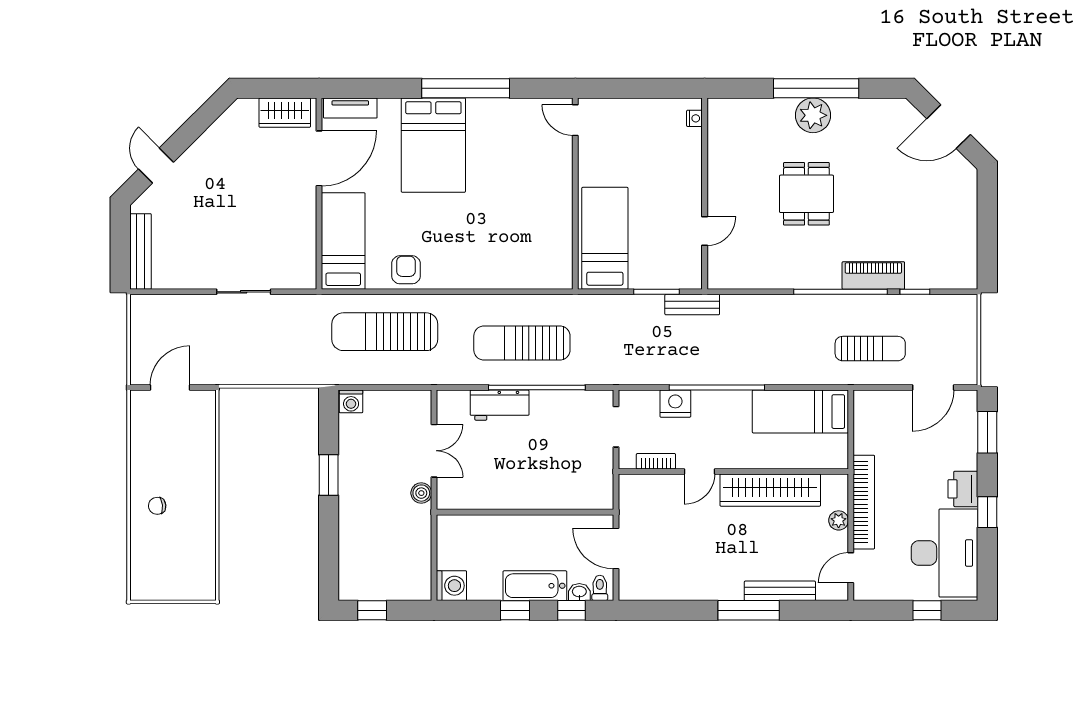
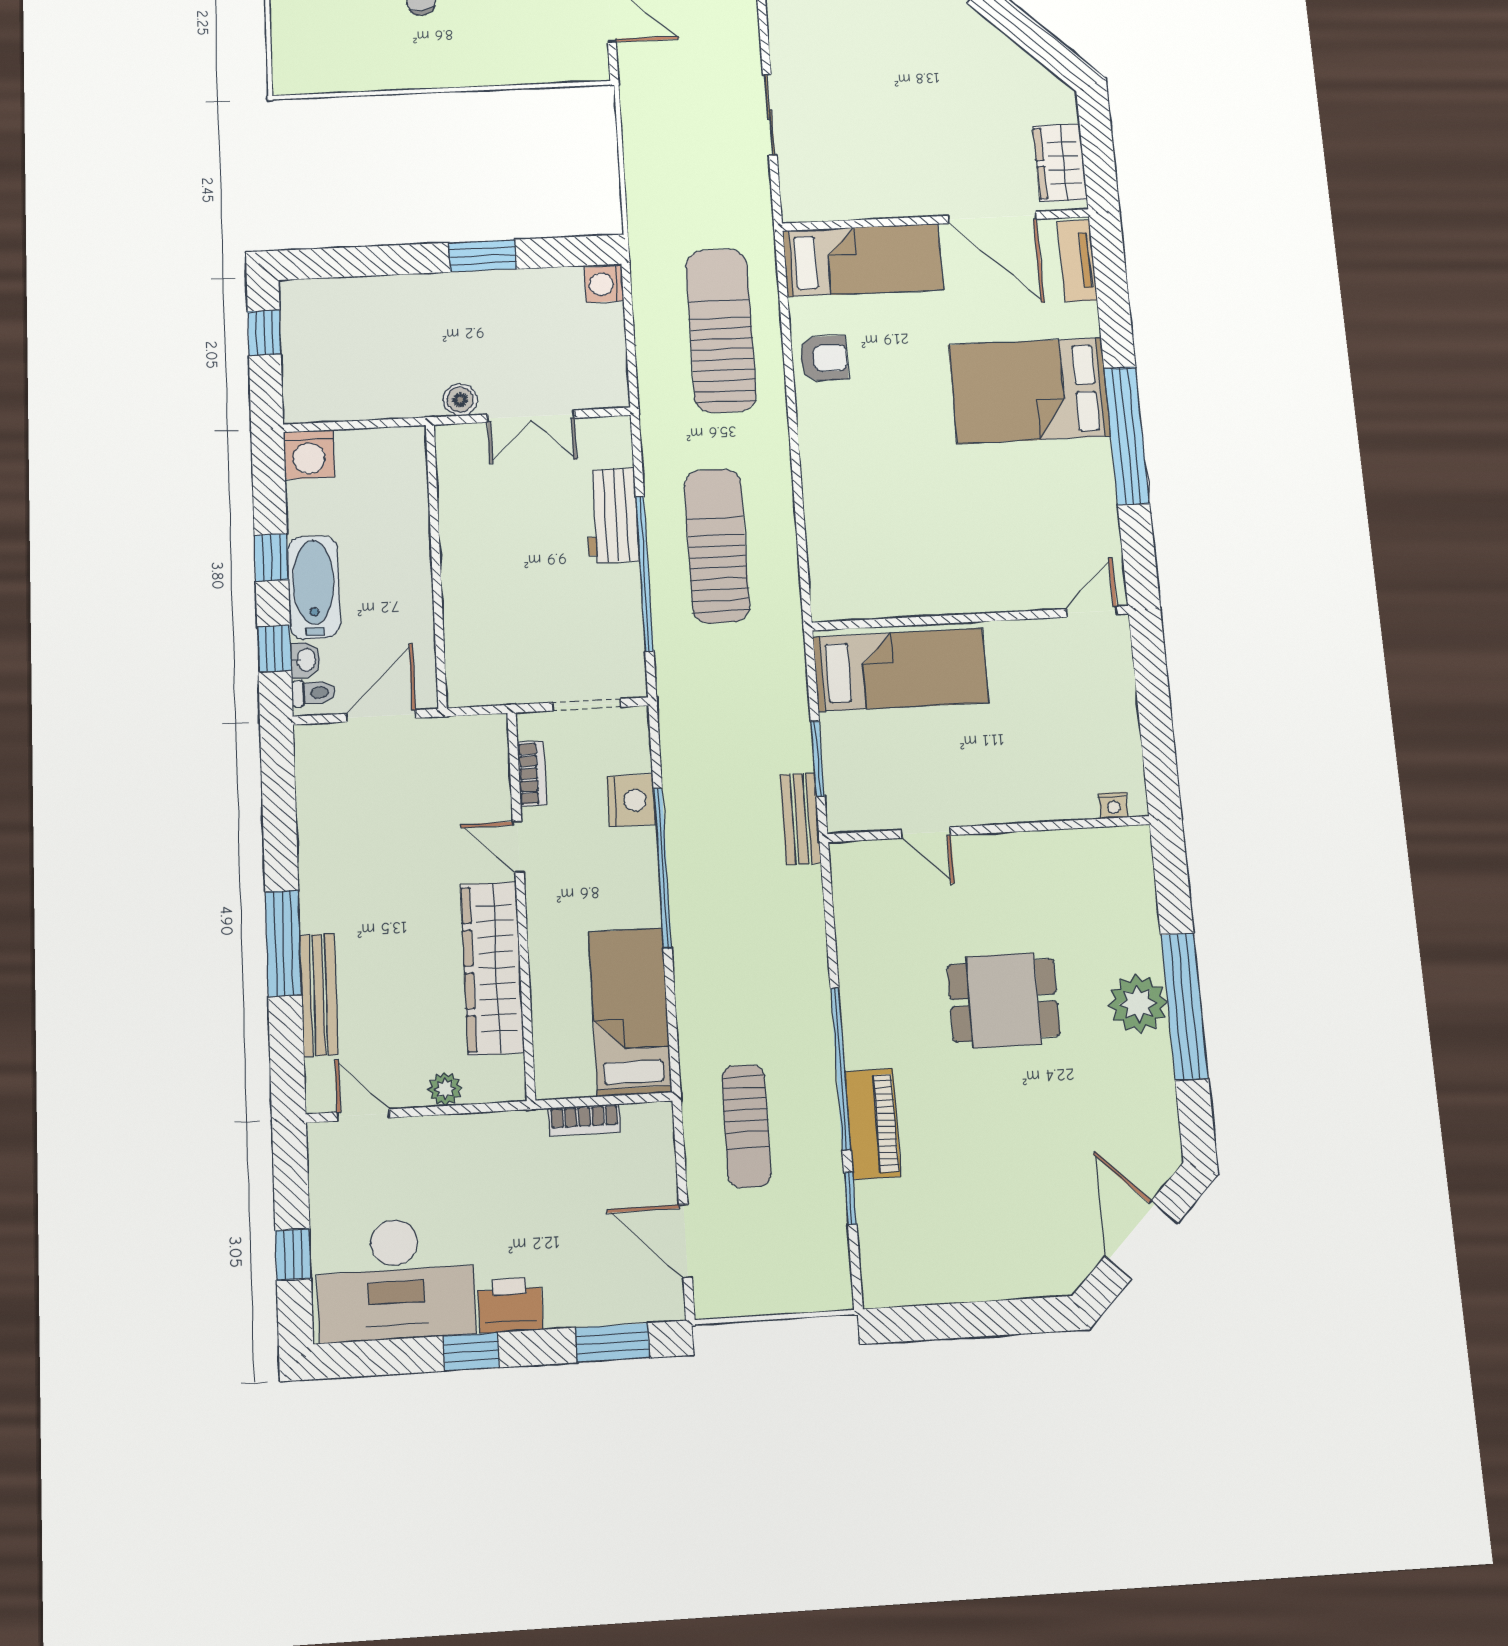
bookcase: (864, 502) -> (584, 1120), moved, width x0.43, depth x0.76

